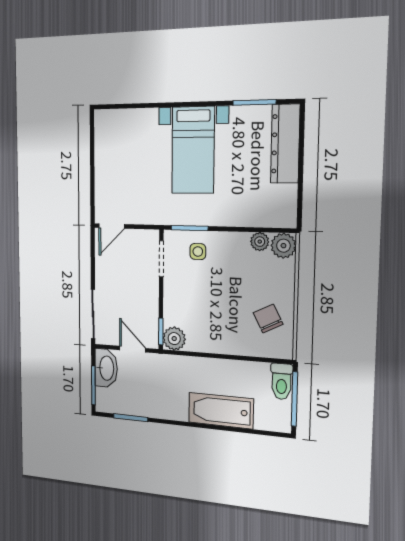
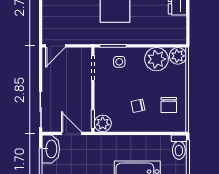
plant: (260, 242) -> (157, 59), width x1.88, depth x1.88
chair: (223, 317) -> (138, 106), added
chair: (268, 319) -> (169, 105), turned -153

